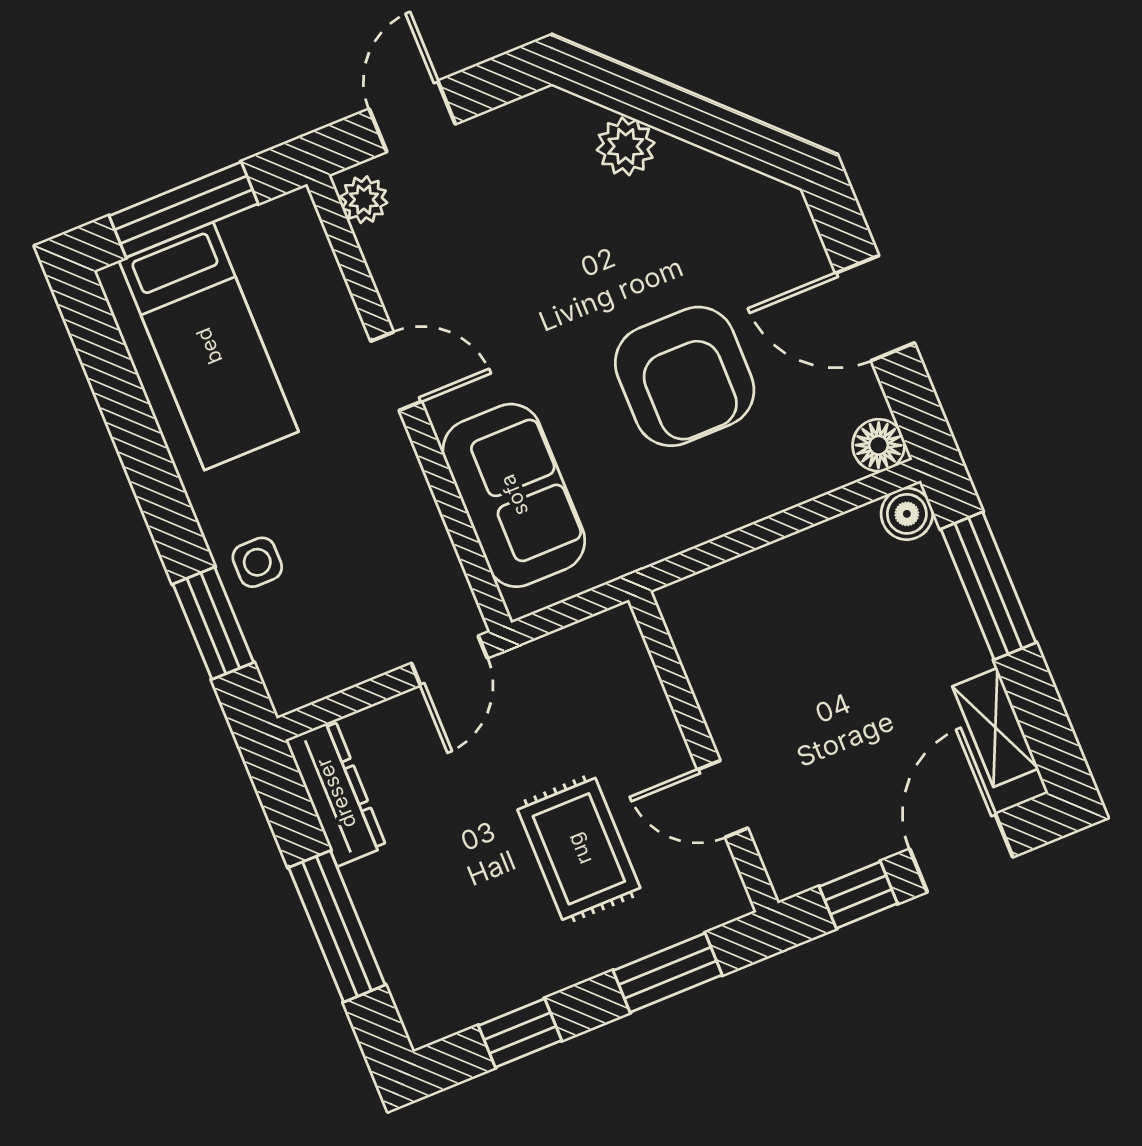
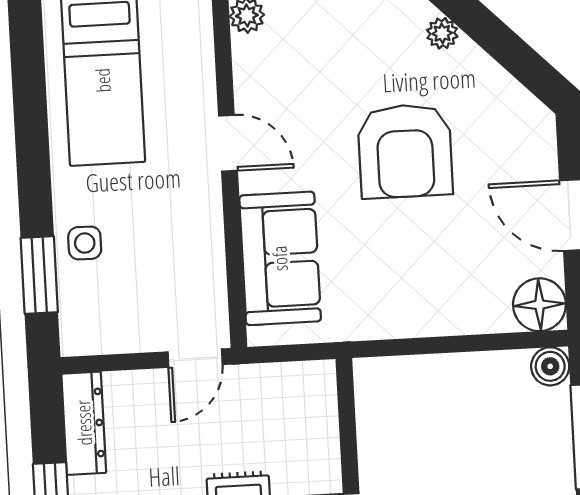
plant: (626, 146) -> (442, 33), width x0.73, depth x0.73
armchair: (685, 376) -> (405, 151), moved
floor lamp: (879, 445) -> (539, 305), width x1.38, depth x1.38

